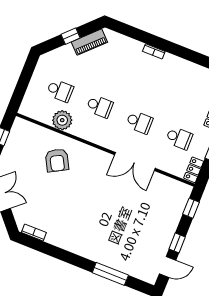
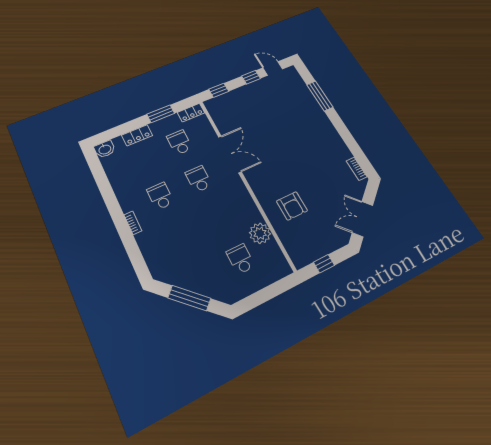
window: (71, 36) -> (189, 298), width x2.17
piano: (89, 42) -> (178, 278), removed
school desk: (100, 106) -> (160, 196), moved
armchair: (57, 160) -> (292, 206), turned 119

